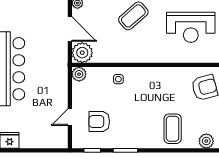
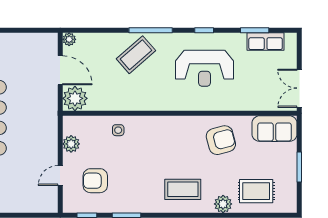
plant: (79, 74) -> (71, 144), moved
coffee table: (173, 129) -> (183, 189), turned 90

